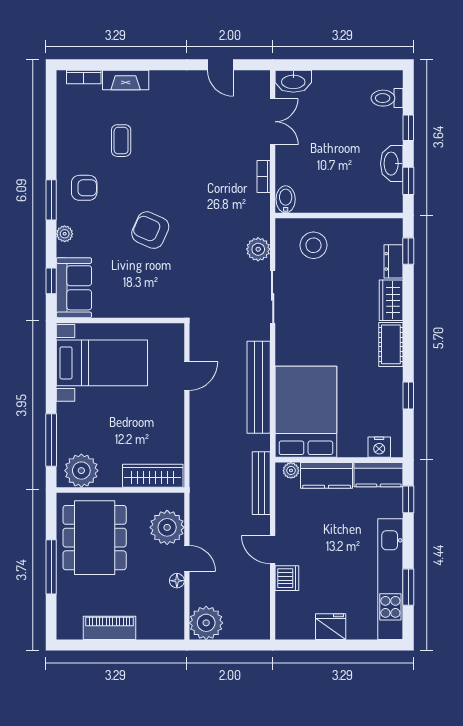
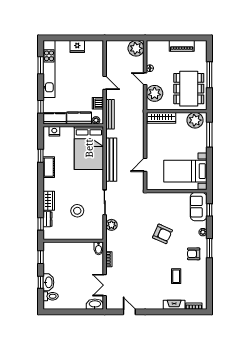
washbasin: (392, 164) -> (48, 282), moved
stool: (313, 245) -> (77, 211), moved
cot: (391, 344) -> (49, 167), moved
dishwasher: (287, 578) -> (98, 103), moved

